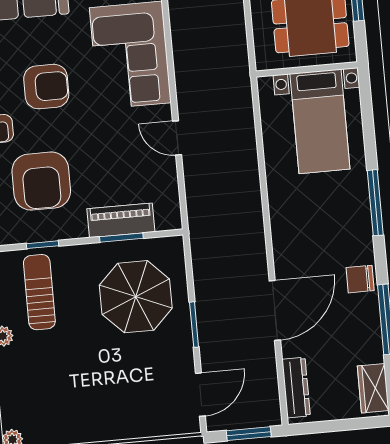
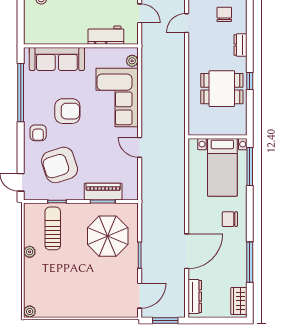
wall: (307, 69) -> (217, 137), moved
bed with nightstands: (320, 121) -> (222, 167), moved
armchair: (41, 181) -> (60, 165), turned 72
window: (375, 203) -> (250, 167), moved
chair: (360, 279) -> (230, 219), moved

